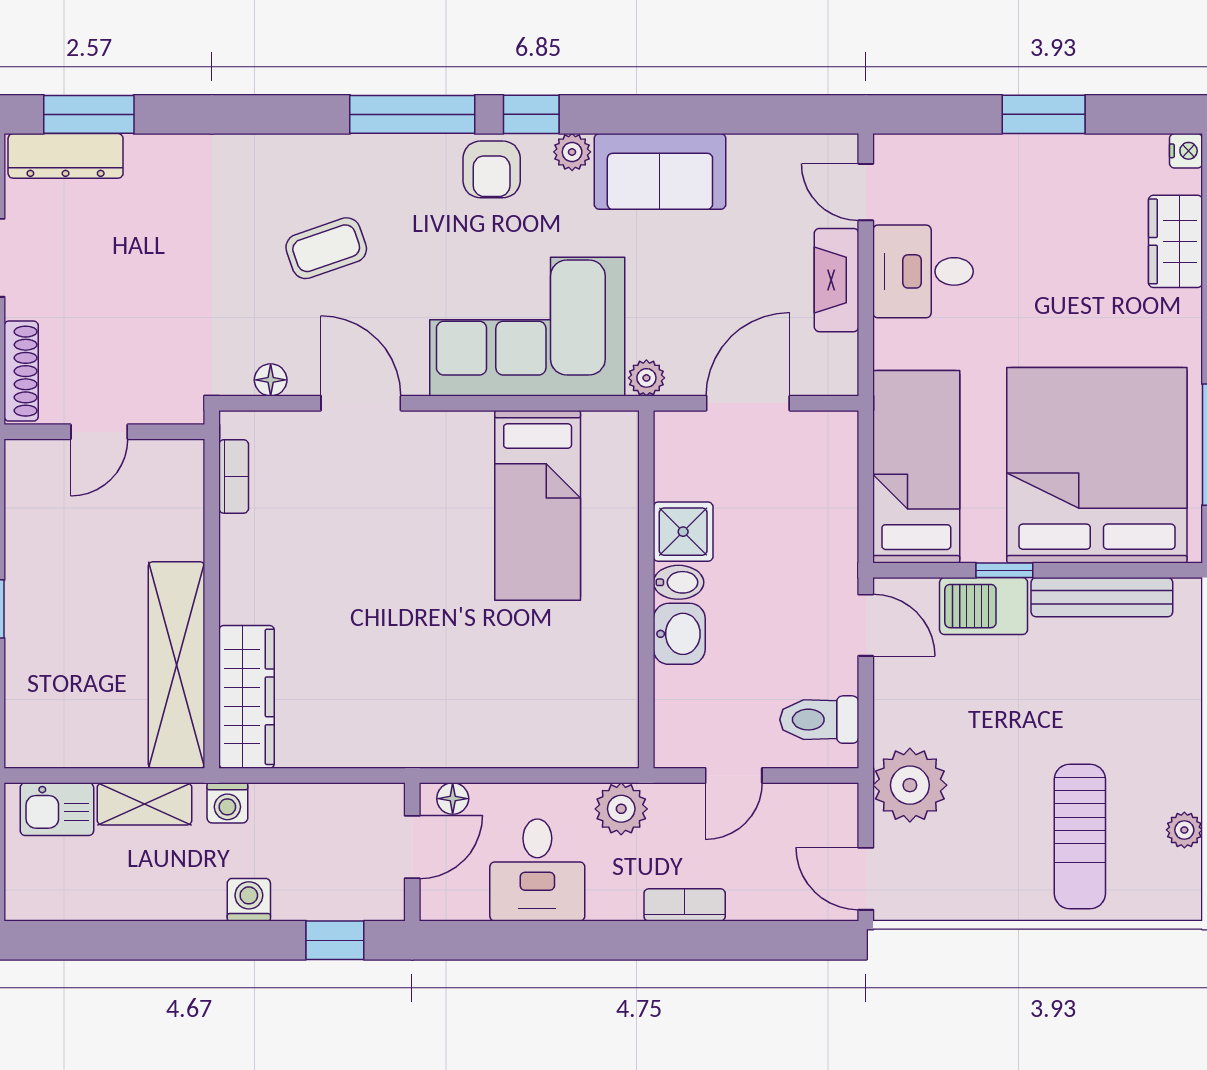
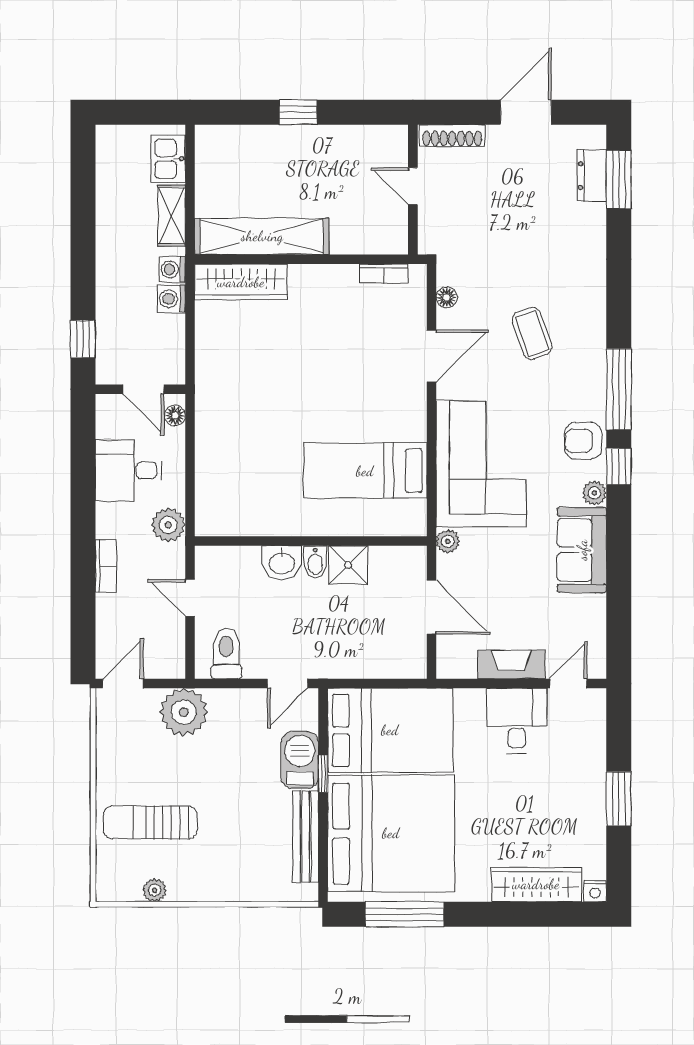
dresser: (66, 156) -> (592, 176), width x0.70
wardrobe: (1175, 241) -> (536, 884), width x1.50
bed: (916, 467) -> (390, 730), width x1.50
washing machine: (249, 900) -> (171, 299), moved, turned 180

